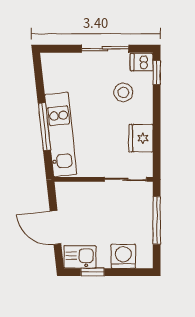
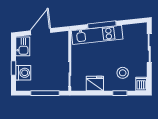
sliding door: (105, 49) -> (149, 48), moved
window: (157, 73) -> (120, 93), moved
window: (93, 272) -> (14, 68), moved

